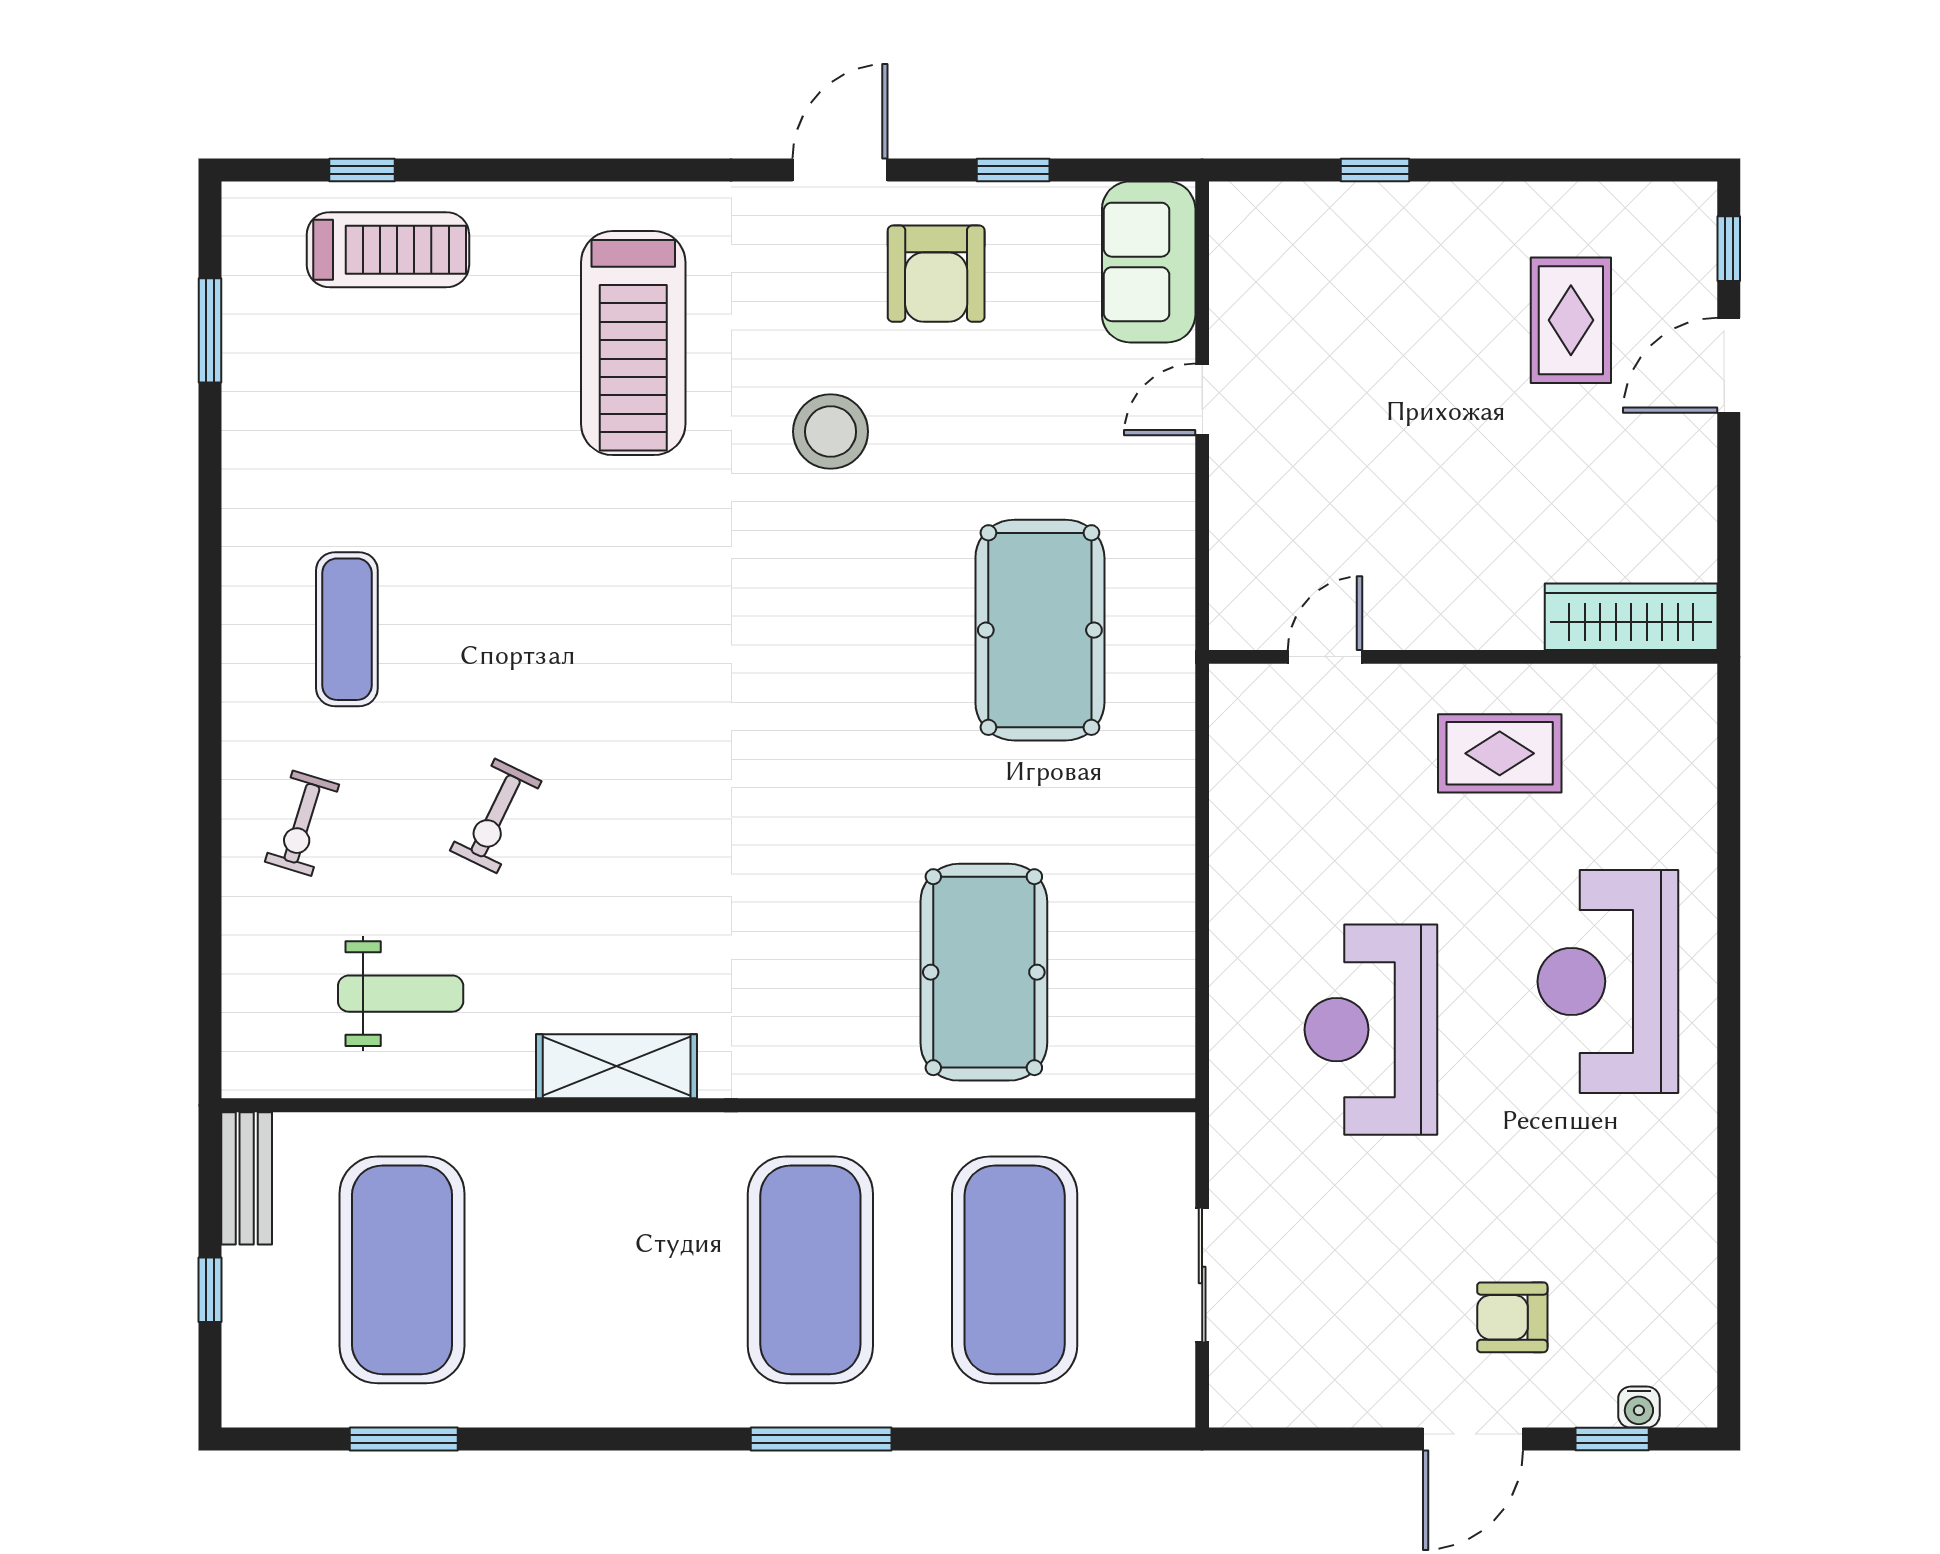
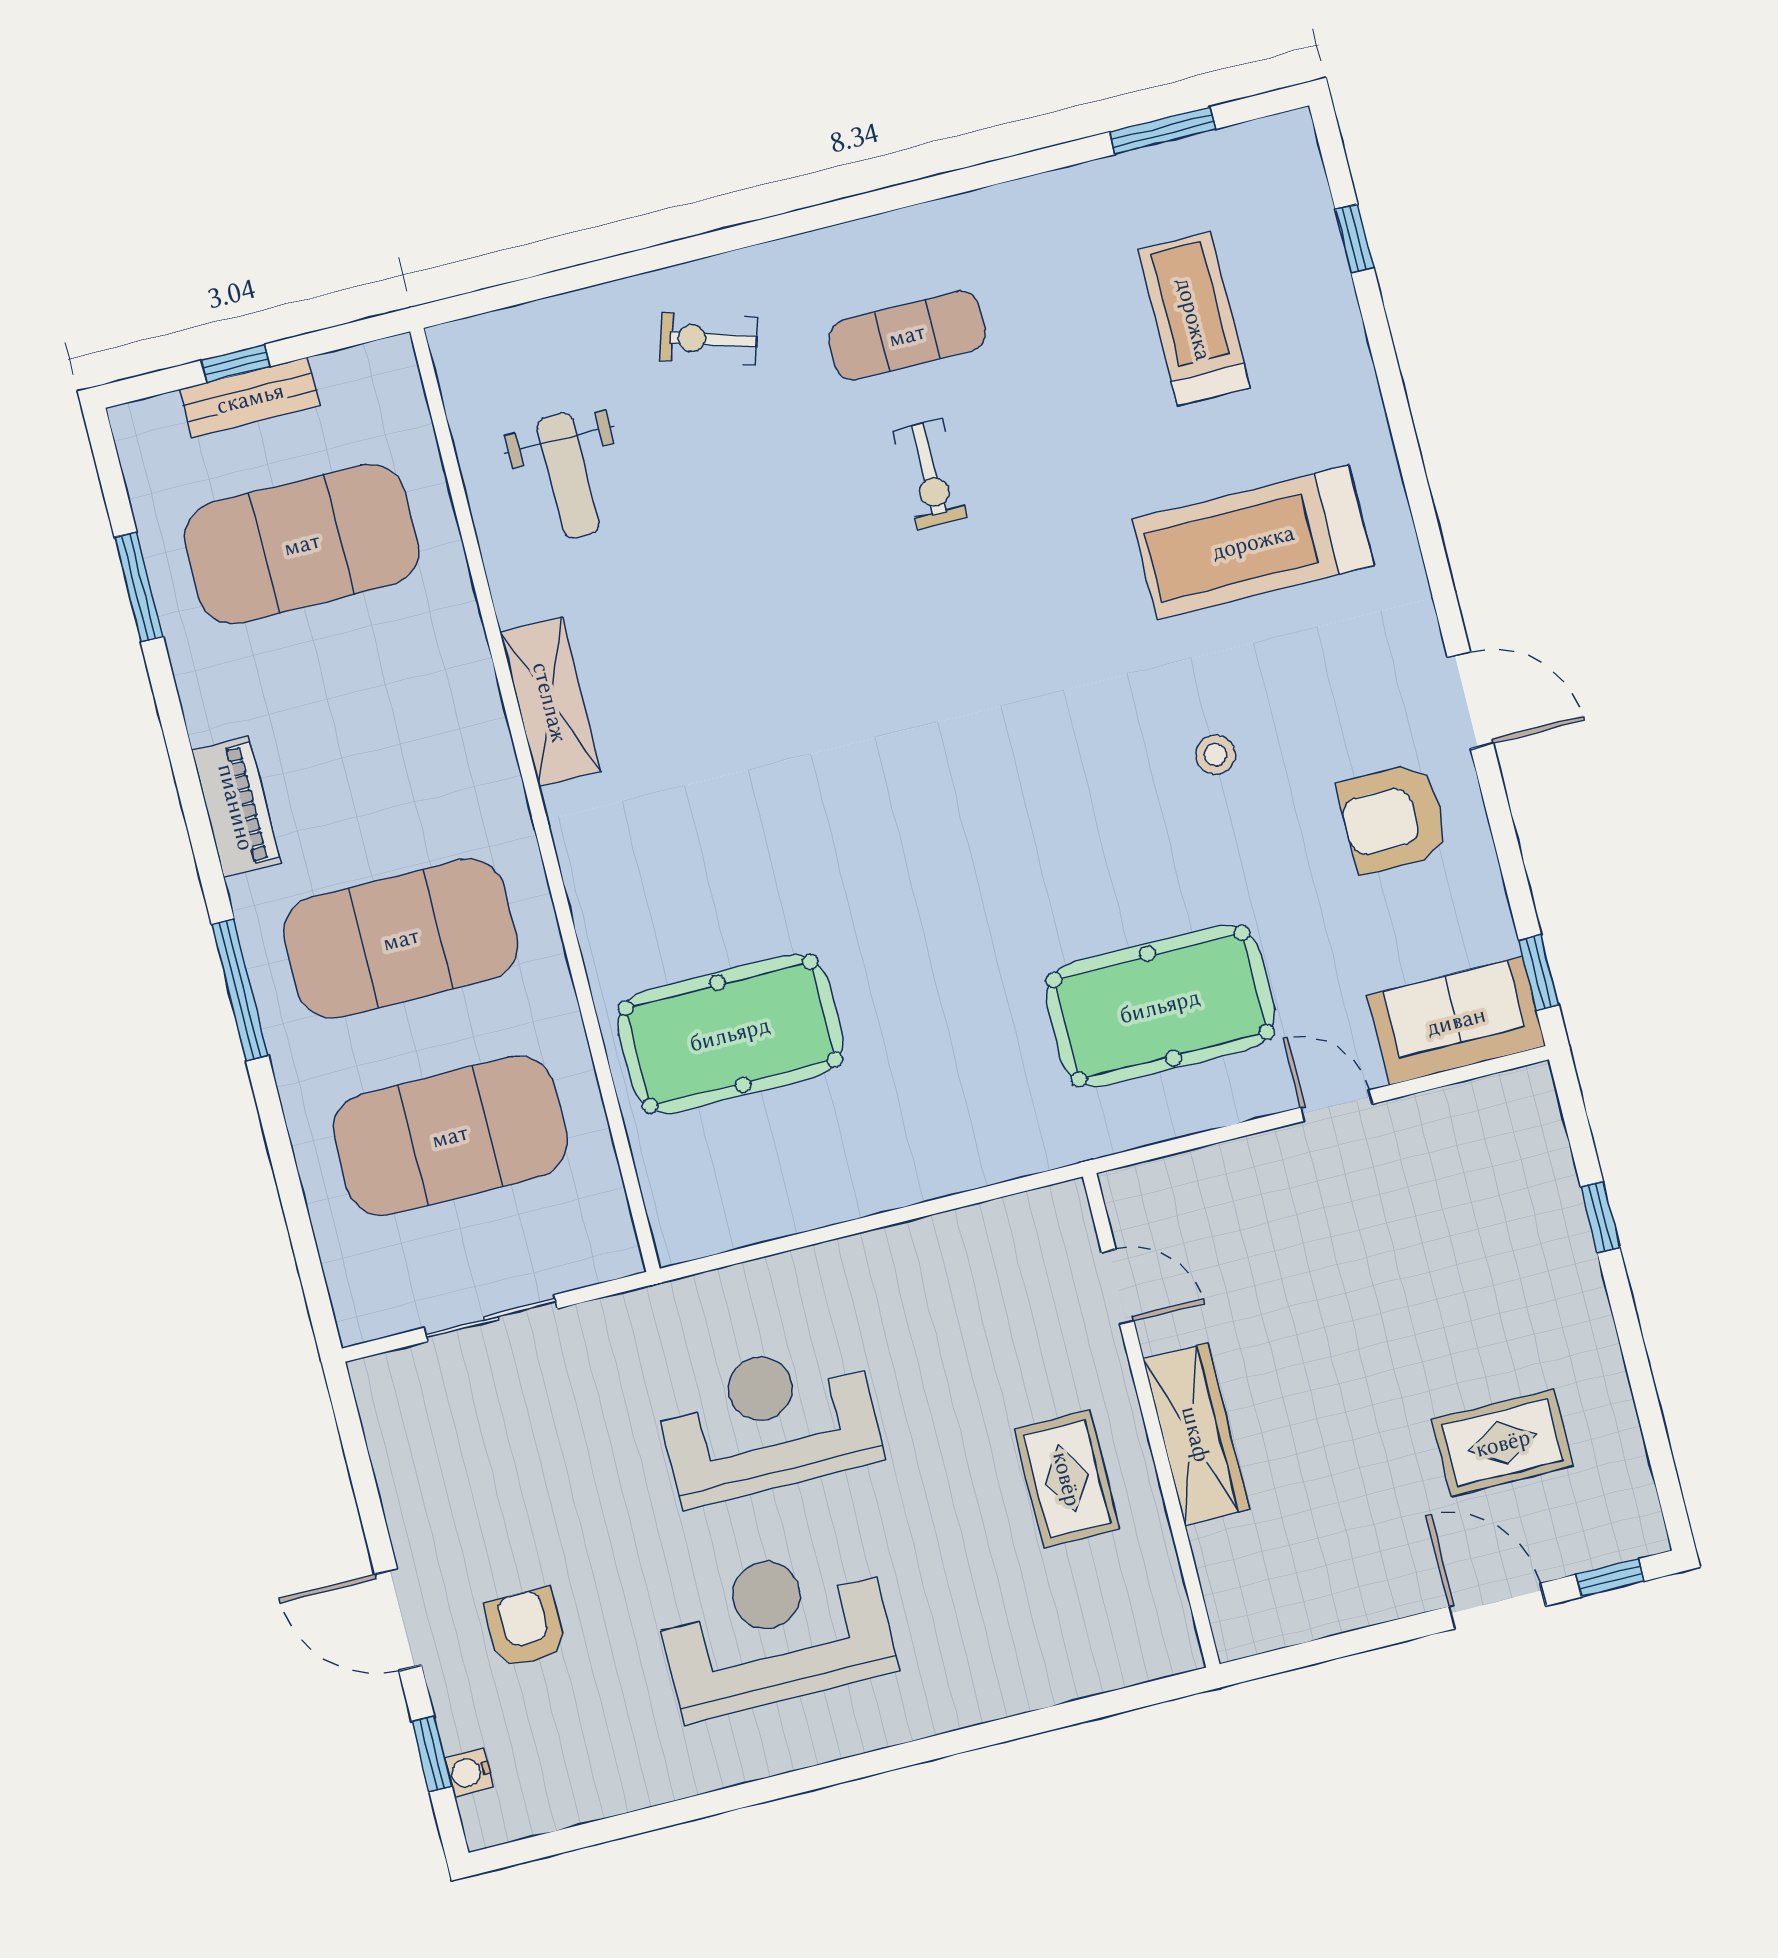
window: (1013, 170) -> (1539, 973), moved
treadmill: (388, 250) -> (1194, 319), moved, turned 180
stool: (831, 432) -> (1215, 755), width x0.53, depth x0.53
wardrobe: (1631, 617) -> (1196, 1434), moved
pool table: (1040, 630) -> (1160, 1006), moved
exercise bike: (496, 816) -> (930, 474), moved, turned -116
reception desk: (1608, 981) -> (775, 1630), moved
bench: (247, 1178) -> (250, 398), moved
piano: (642, 1398) -> (236, 807), added

